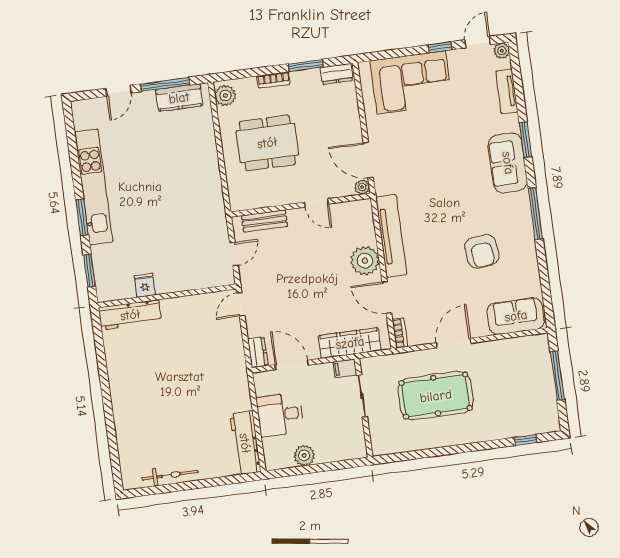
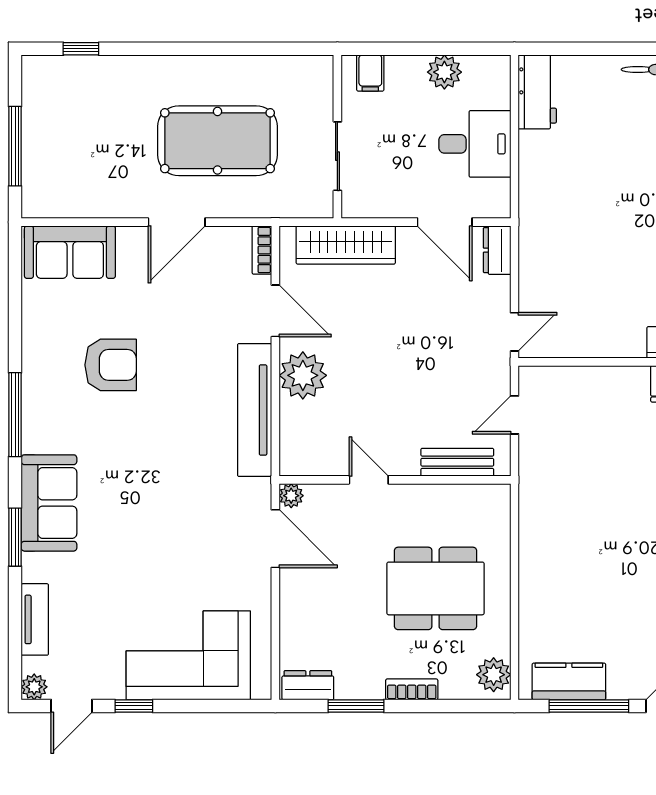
armchair: (482, 251) -> (111, 365), turned 97
filing cabinet: (345, 368) -> (370, 73), moved, turned 90
workbench: (245, 443) -> (537, 92), width x0.73

